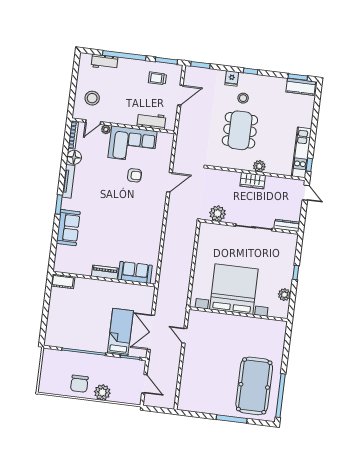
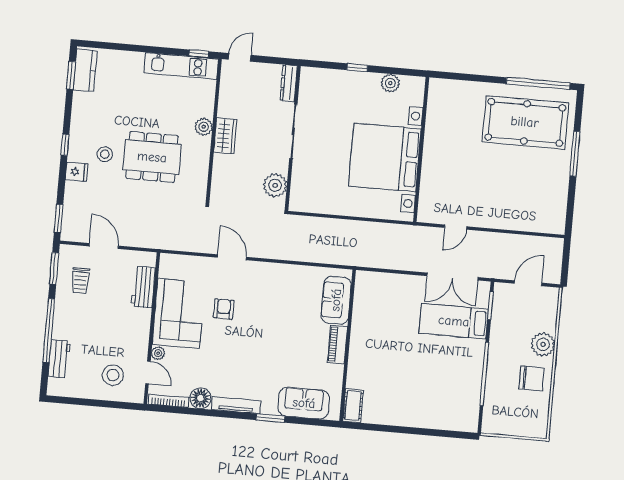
piano: (105, 272) -> (338, 345), moved
sofa: (135, 272) -> (336, 300), moved
wall: (104, 279) -> (348, 345), moved
cot: (63, 281) -> (353, 406), moved

